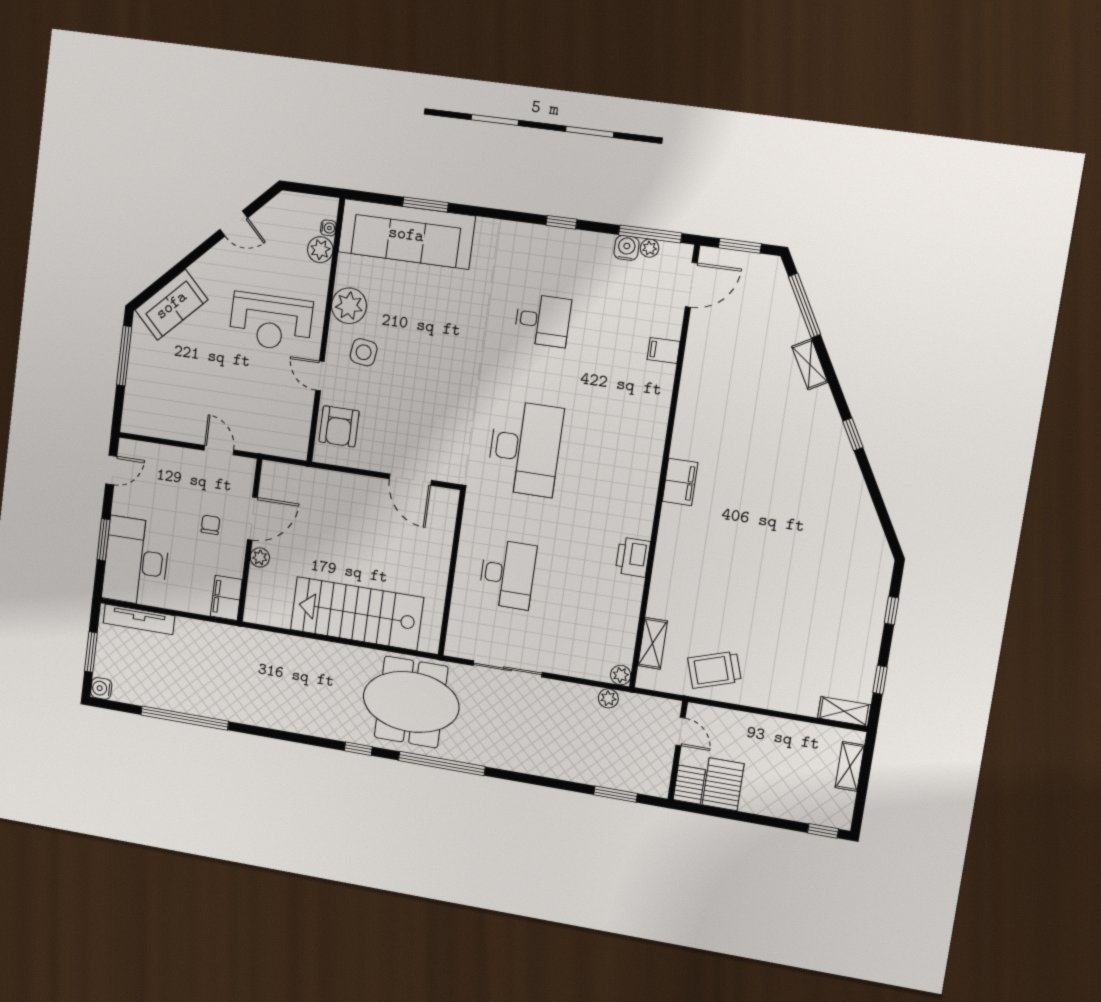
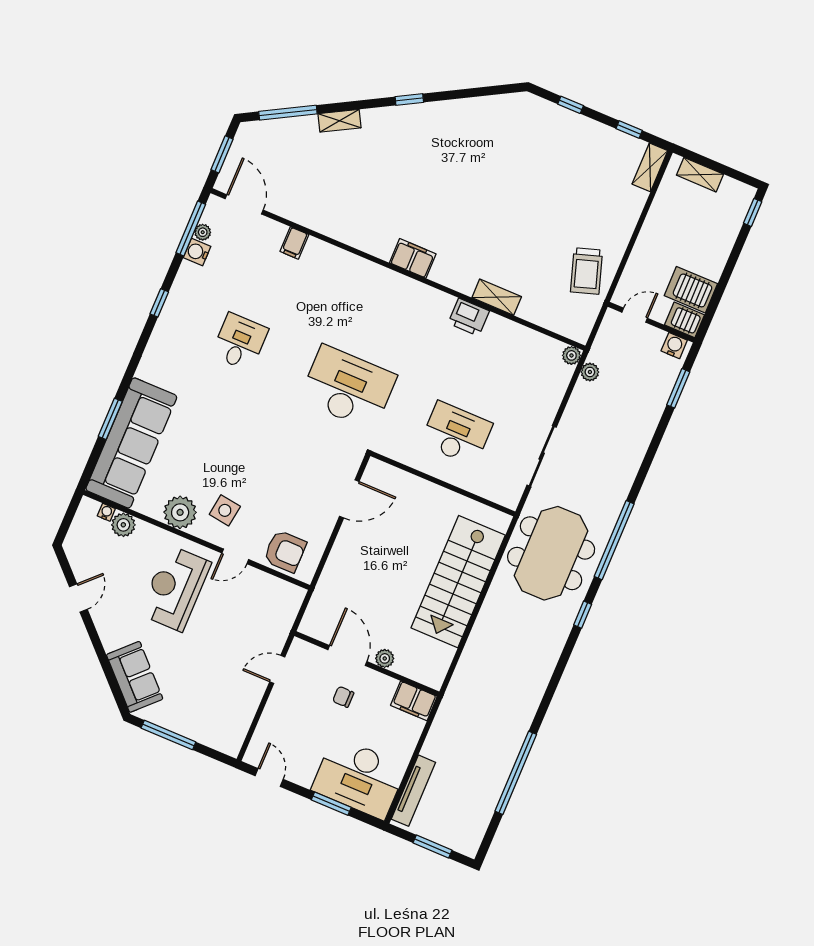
reception desk: (271, 322) -> (175, 588), turned 180
shelving: (653, 643) -> (497, 297), moved
water cooler: (101, 688) -> (674, 346), moved, turned 180

